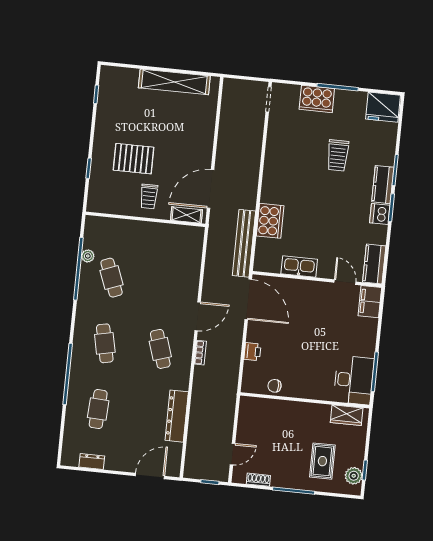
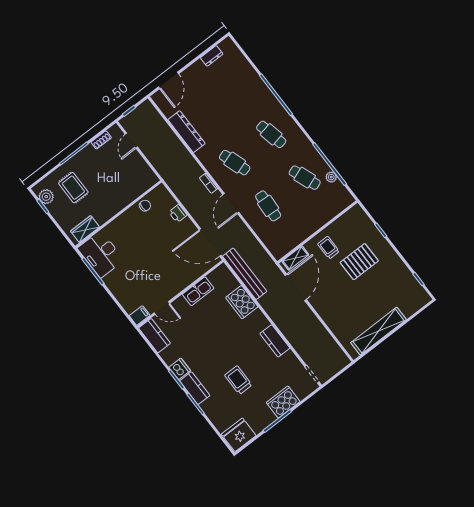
kitchen counter: (273, 159) -> (275, 341), added
filing cabinet: (370, 302) -> (140, 316), width x0.50
cafe table: (98, 409) -> (268, 206), moved

